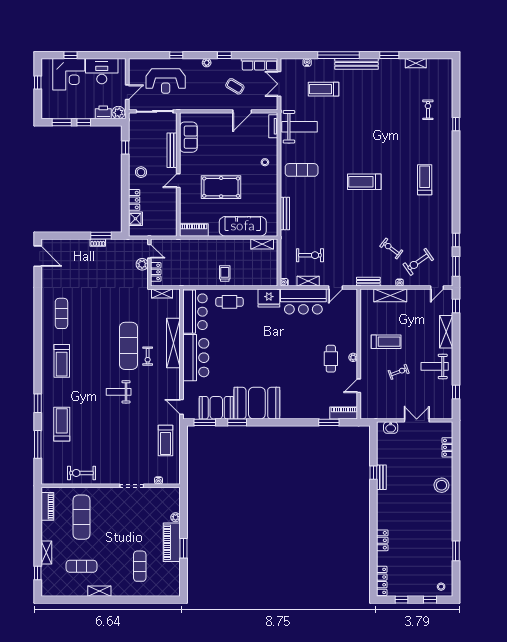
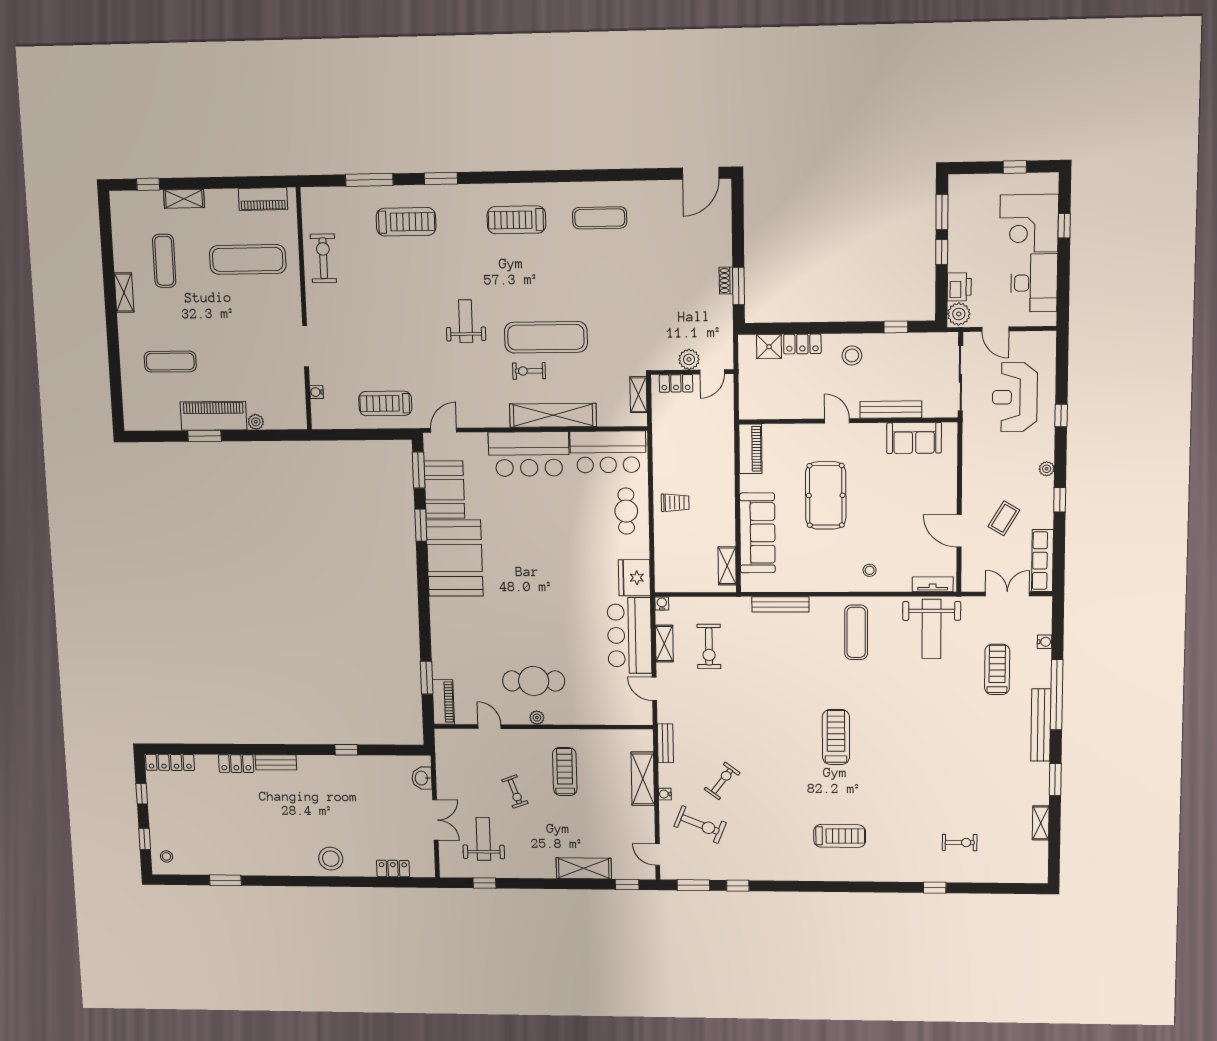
exercise bike: (418, 262) -> (700, 825), turned 147
treadmill: (386, 342) -> (565, 772), turned 180
cafe table: (331, 359) -> (534, 681), width x1.37, depth x1.35
weight bench: (435, 366) -> (483, 839), moved
bench: (381, 477) -> (276, 762), moved

